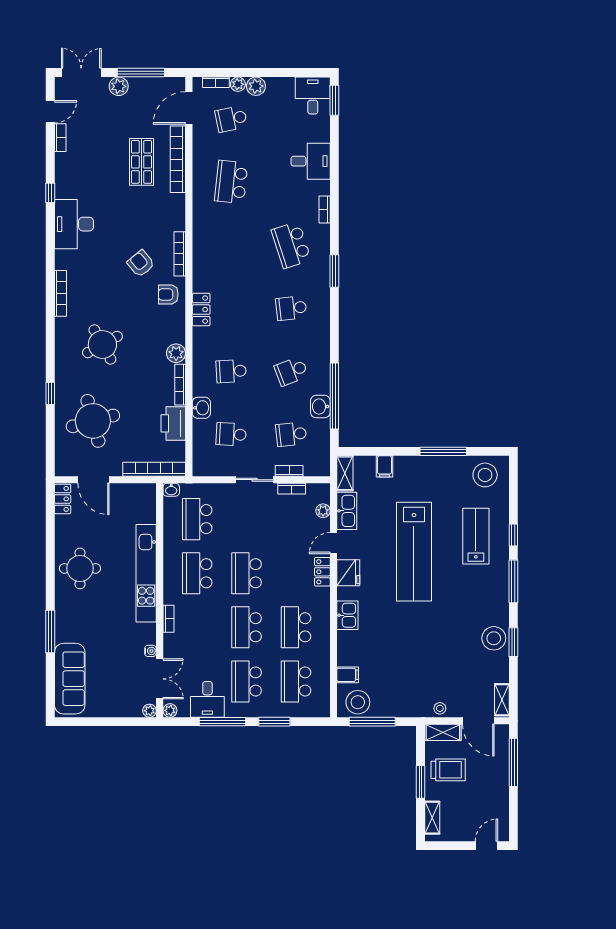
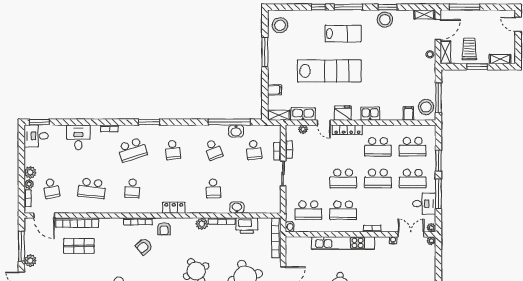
school desk: (231, 434) -> (132, 188), moved
lab bench: (476, 536) -> (343, 34), moved, turned 180
locker: (322, 572) -> (347, 130), width x1.53

